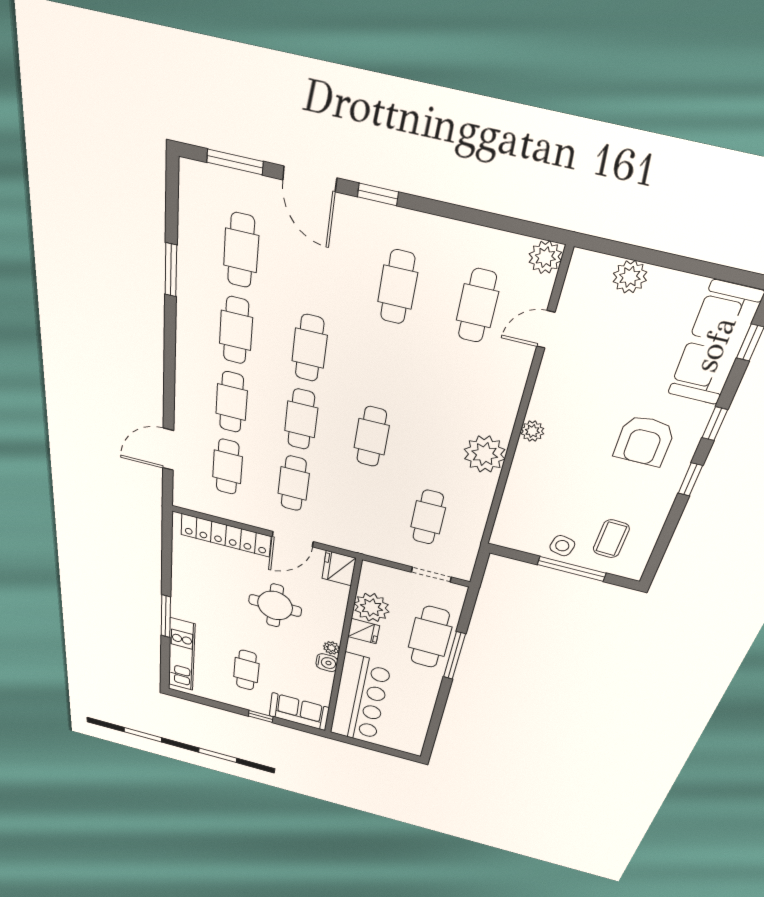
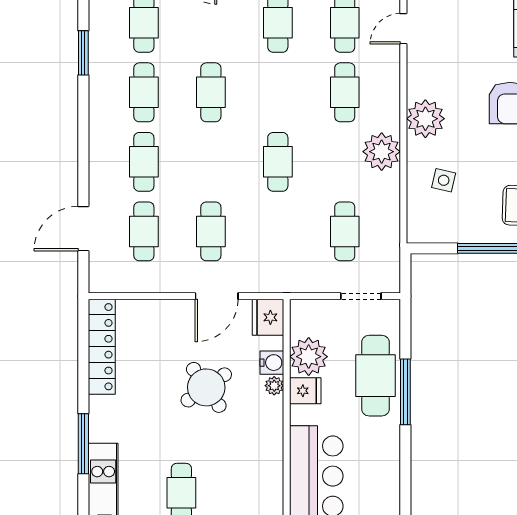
cafe table: (301, 419) -> (345, 92), moved
plant: (532, 431) -> (425, 119), width x1.87, depth x1.87
locker: (226, 535) -> (102, 347), moved, turned -90
side table: (562, 546) -> (444, 180), moved
round table: (275, 606) -> (206, 387), turned -35
plant: (331, 648) -> (274, 386), moved
water cooler: (327, 663) -> (272, 363), moved

